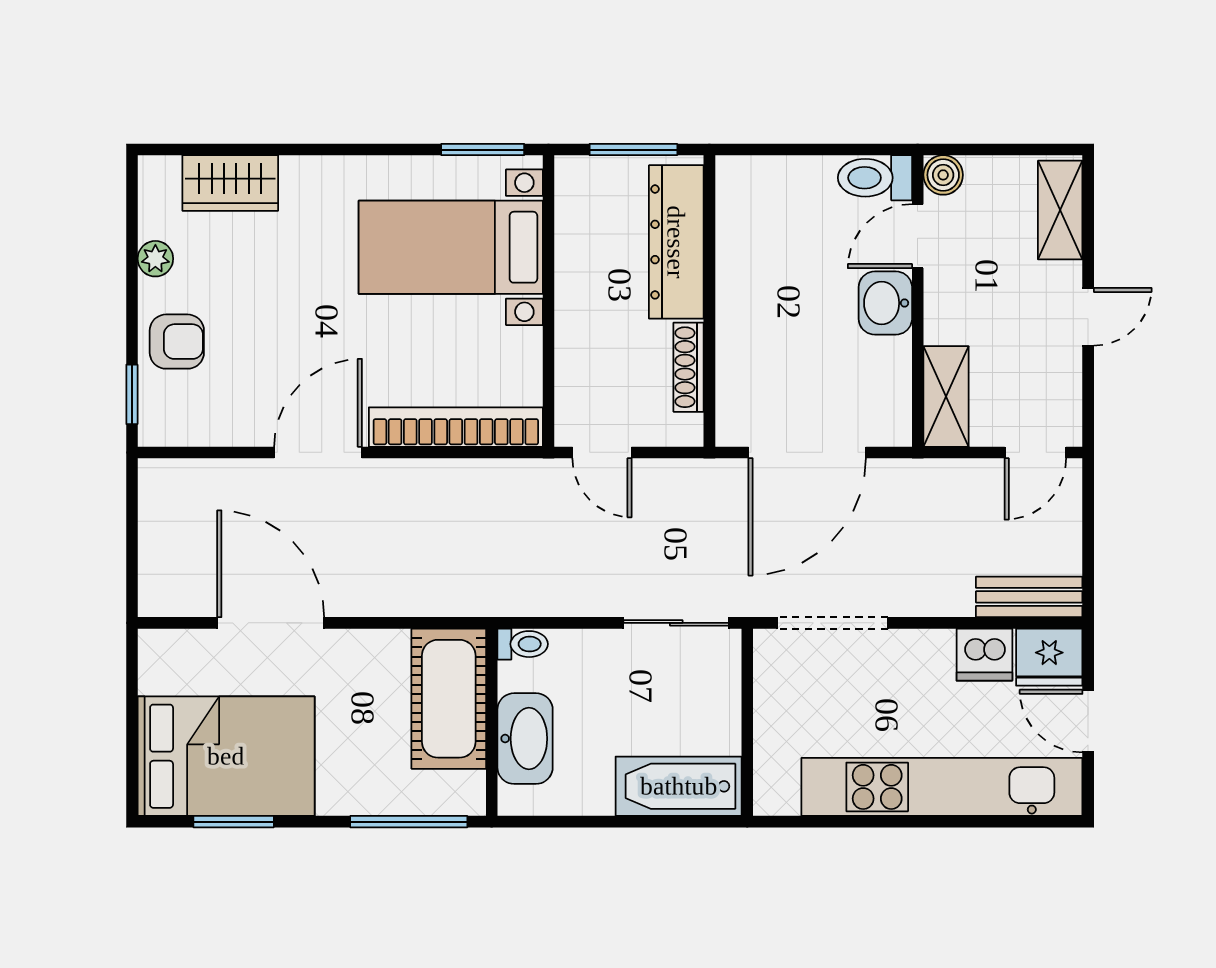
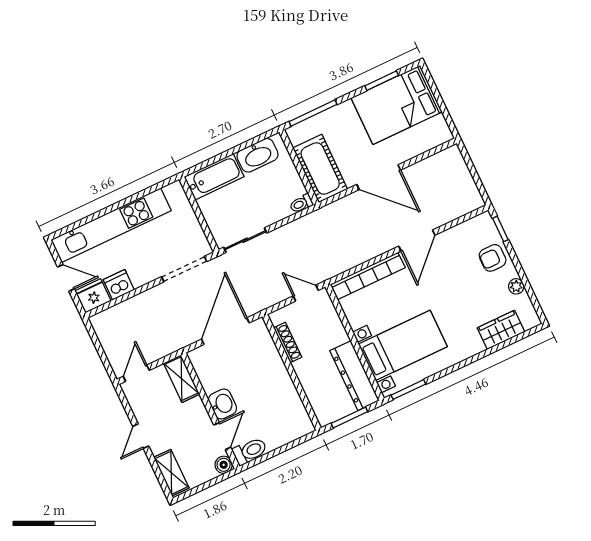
dresser: (676, 242) -> (354, 376), moved, turned 180
bench: (1029, 597) -> (112, 316), removed
door: (271, 623) -> (379, 177), moved
washbasin: (525, 739) -> (258, 155), moved, turned -90

